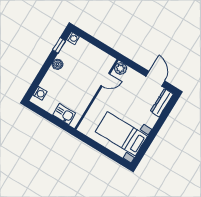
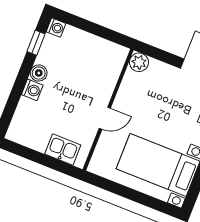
door: (105, 80) -> (105, 118), moved
washing machine: (40, 93) -> (32, 90), moved

